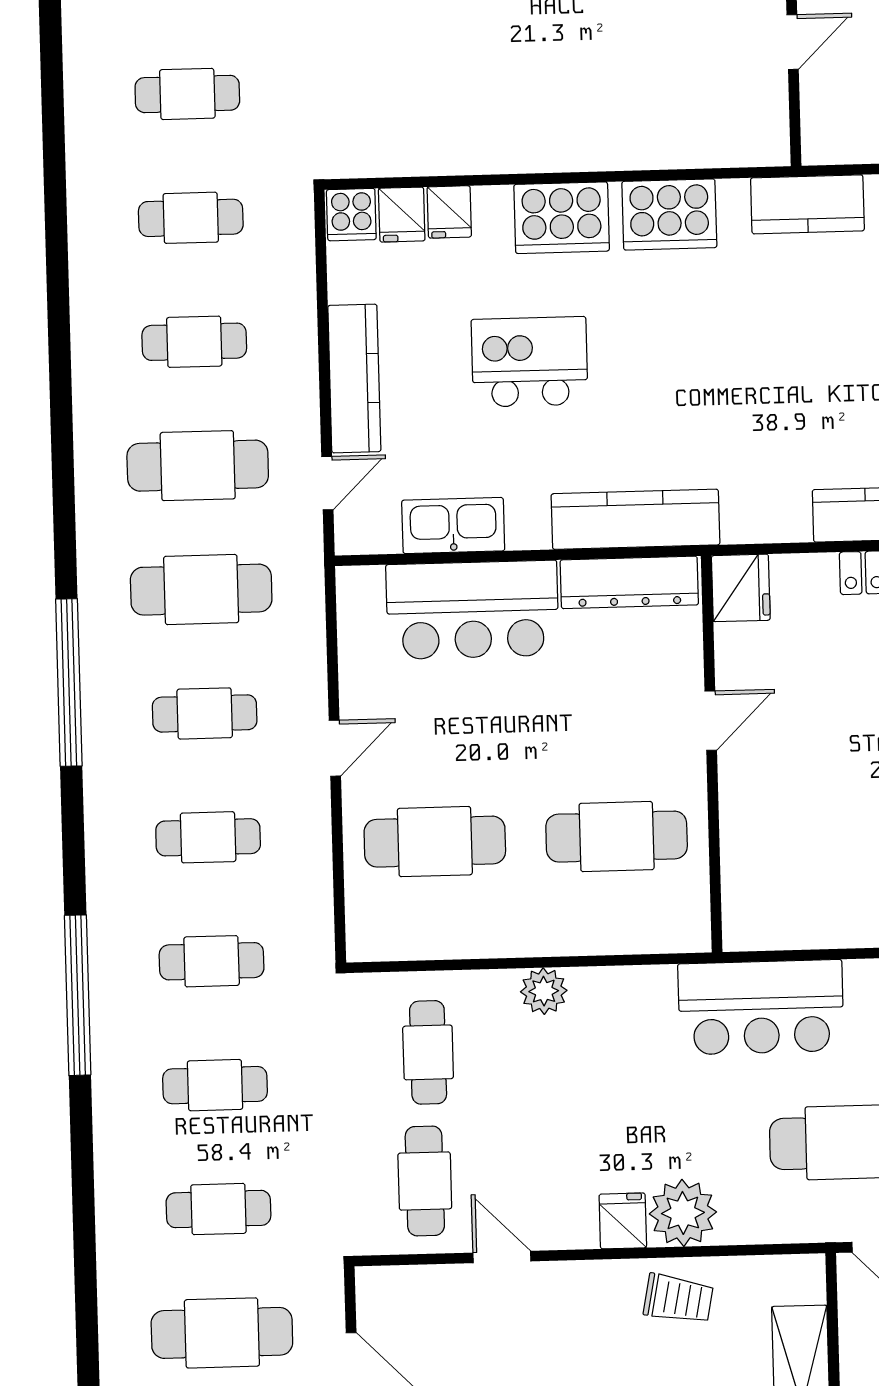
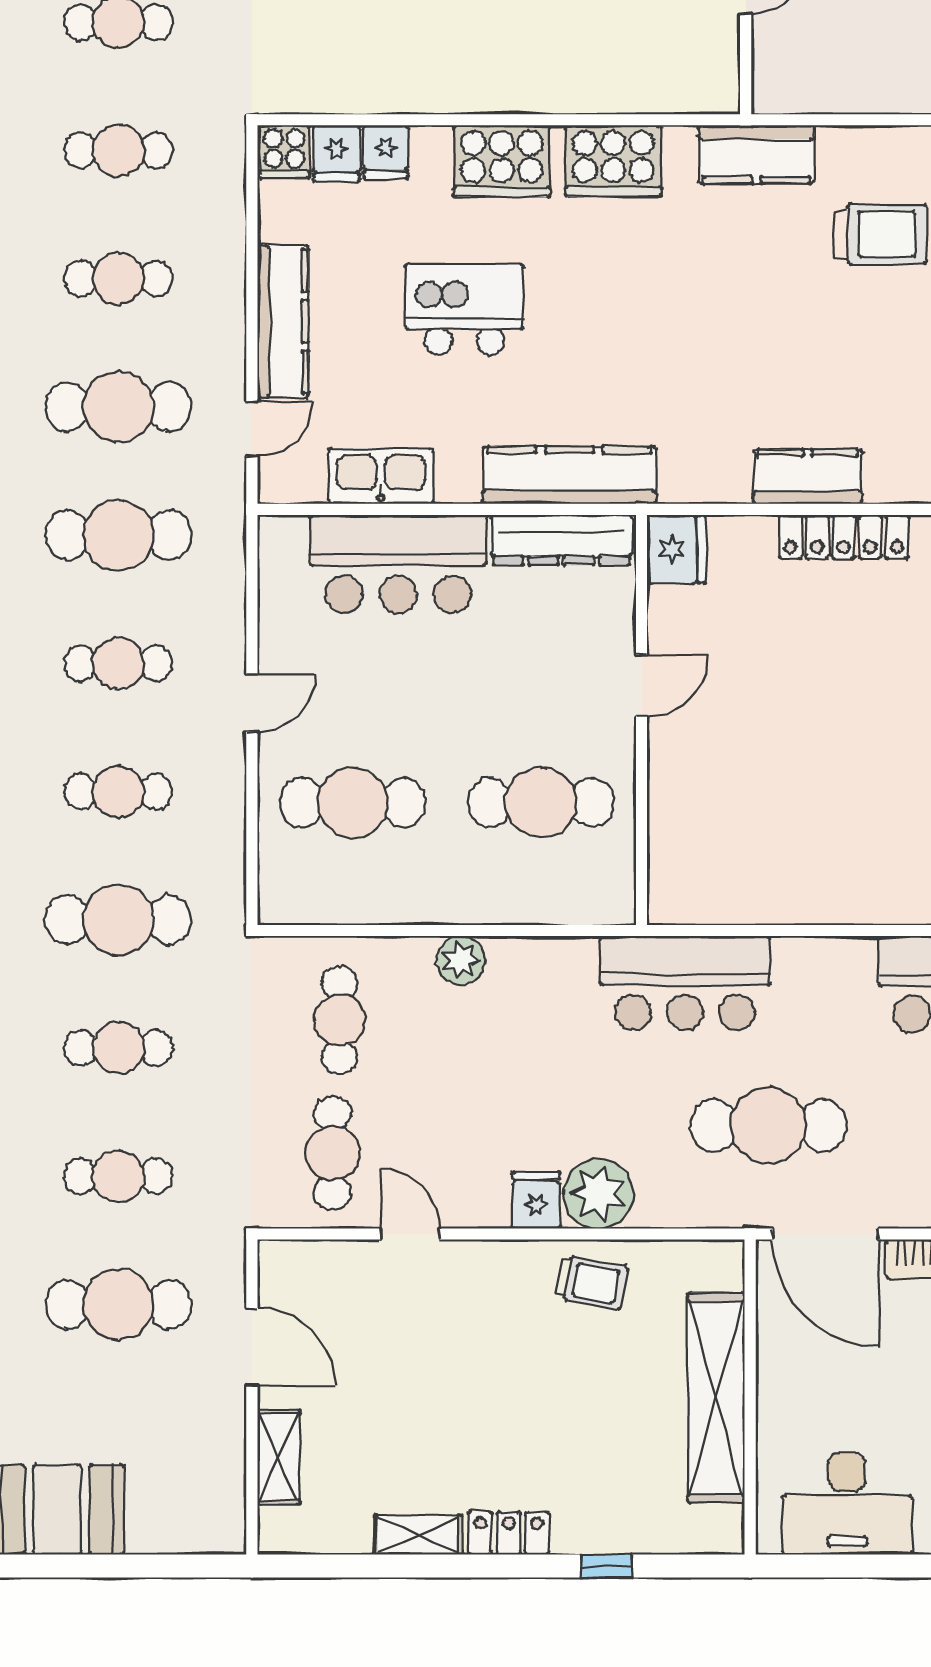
cafe table: (212, 961) -> (118, 920), width x1.37, depth x1.35

